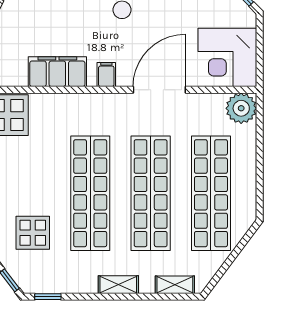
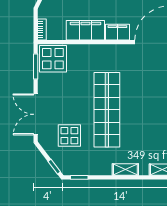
filing cabinet: (106, 75) -> (117, 32), width x2.00
shop shelf: (151, 193) -> (146, 110), removed

